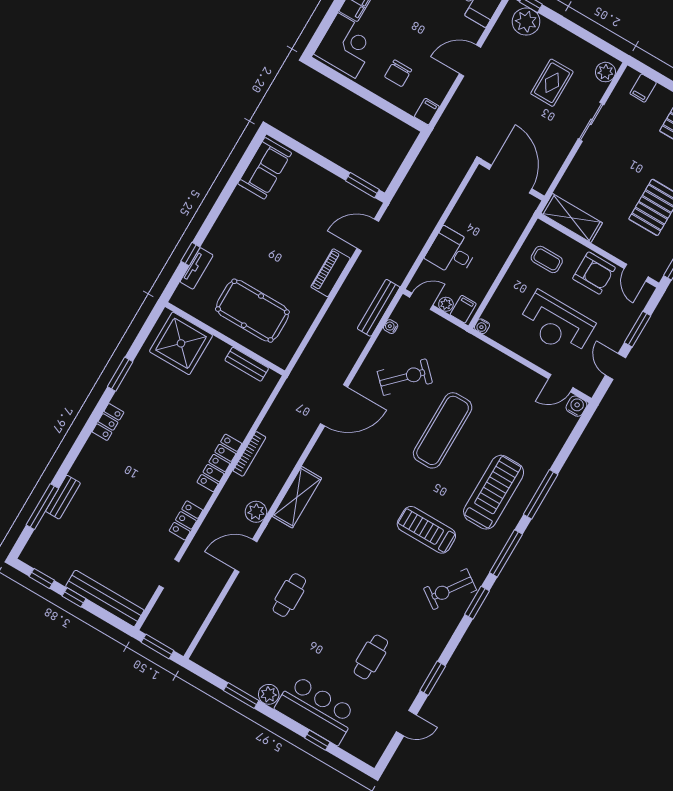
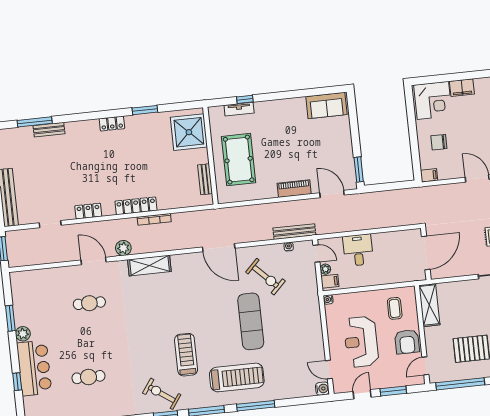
exercise mat: (443, 430) -> (251, 321), turned 90

